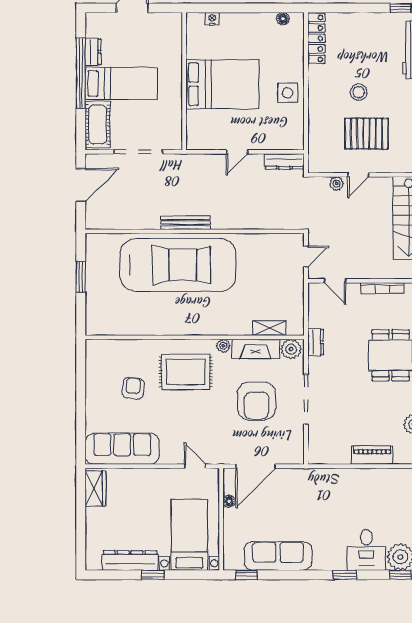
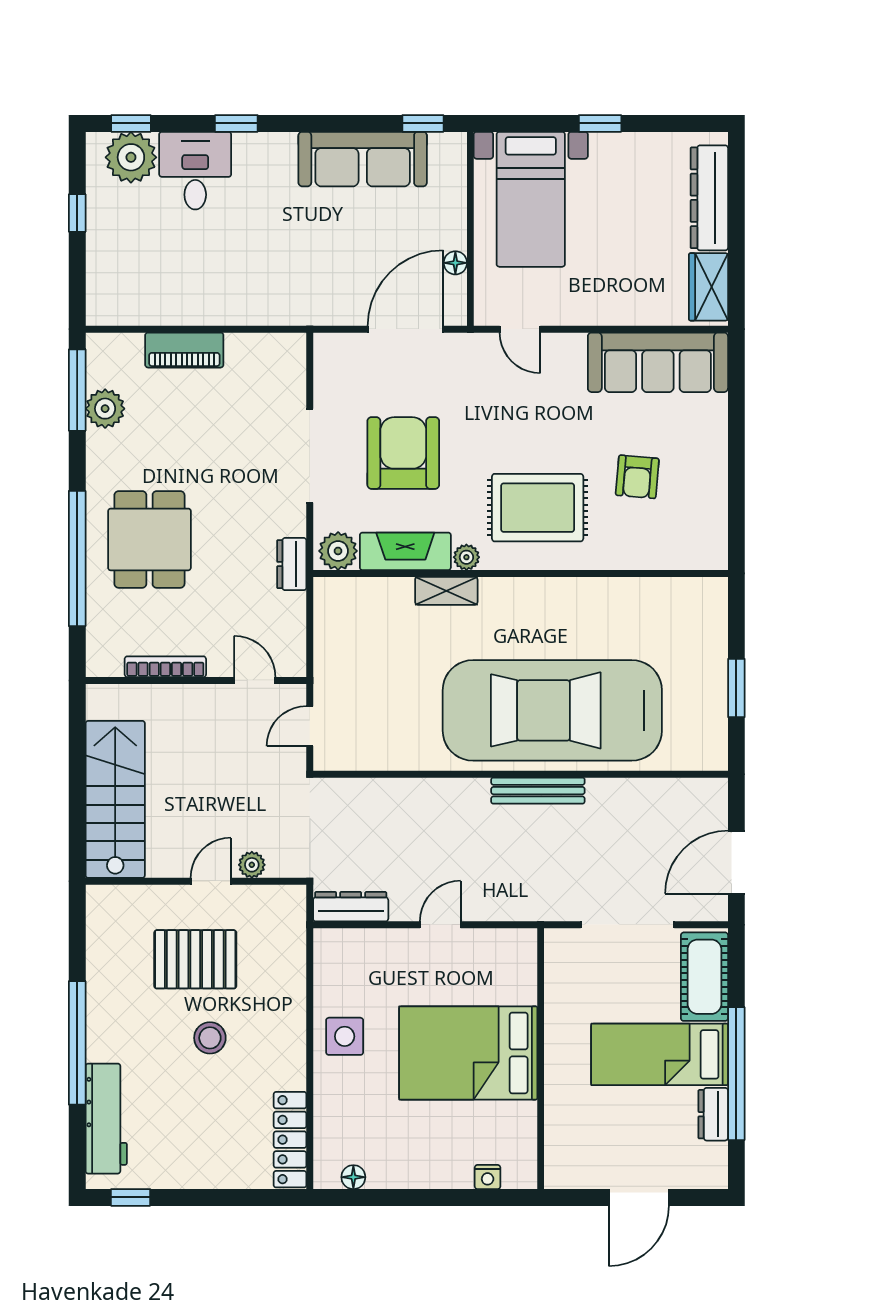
shelving: (269, 328) -> (446, 591), moved
dresser: (130, 561) -> (709, 198), moved, turned 90

